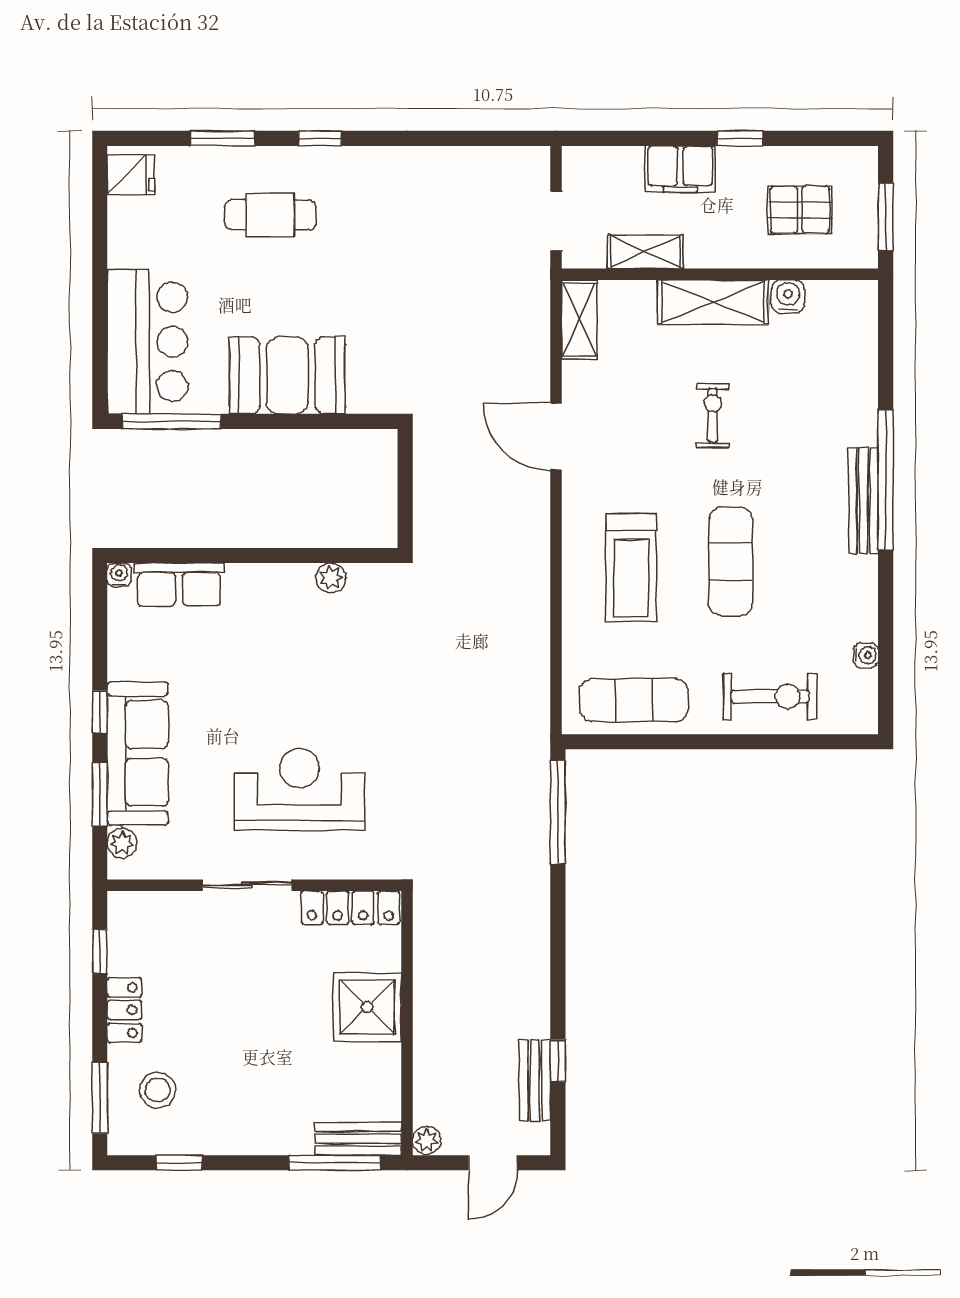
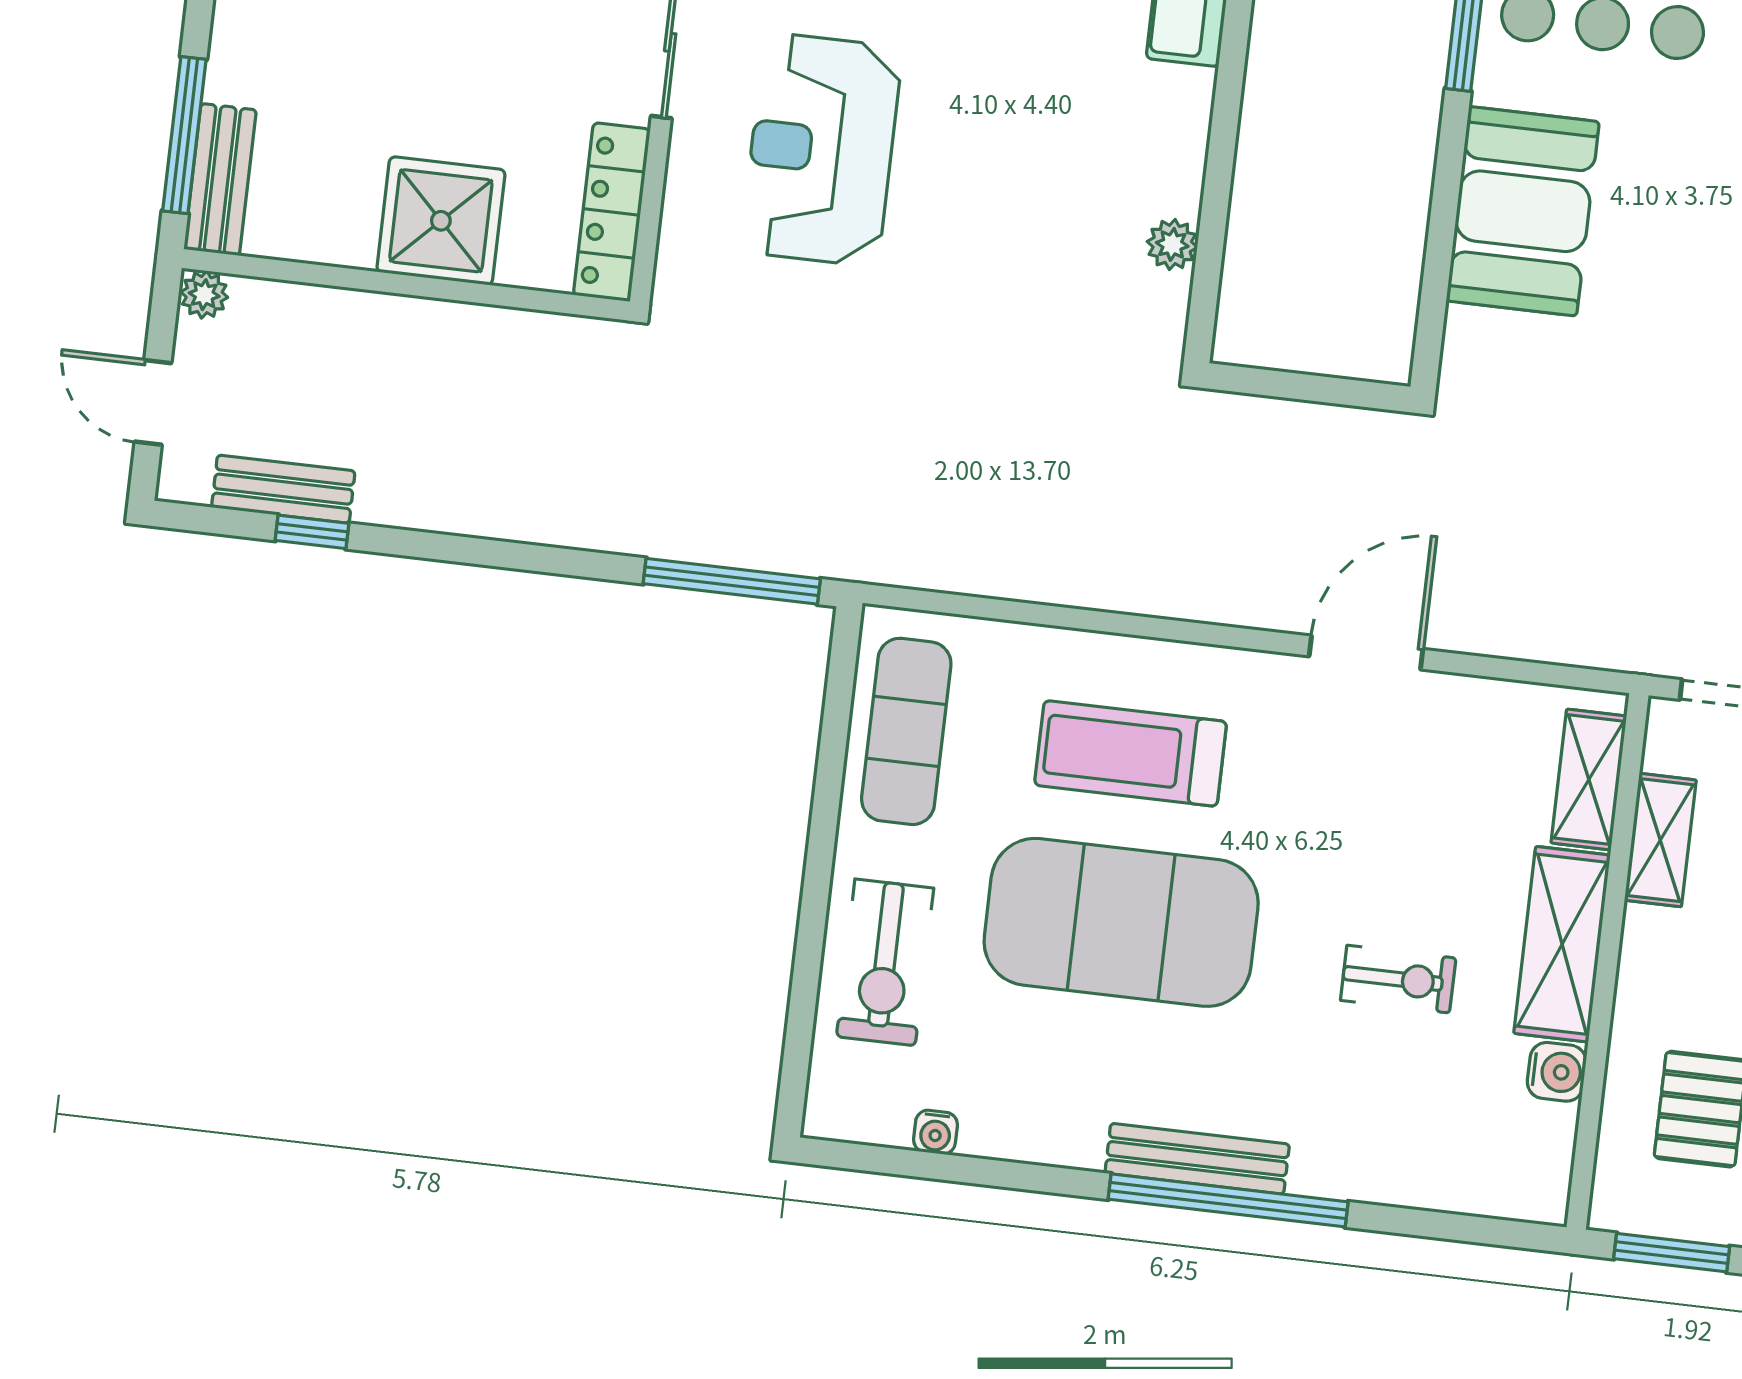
shelving: (579, 320) -> (1589, 780), moved, turned 90
exercise bike: (713, 416) -> (1398, 979), moved
exercise mat: (731, 561) -> (1121, 922), width x2.00, depth x1.45
reception desk: (299, 789) -> (821, 150), turned 180

